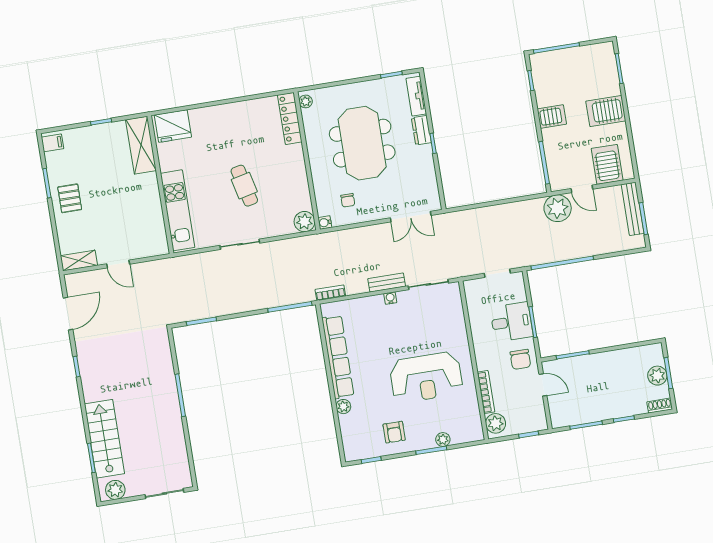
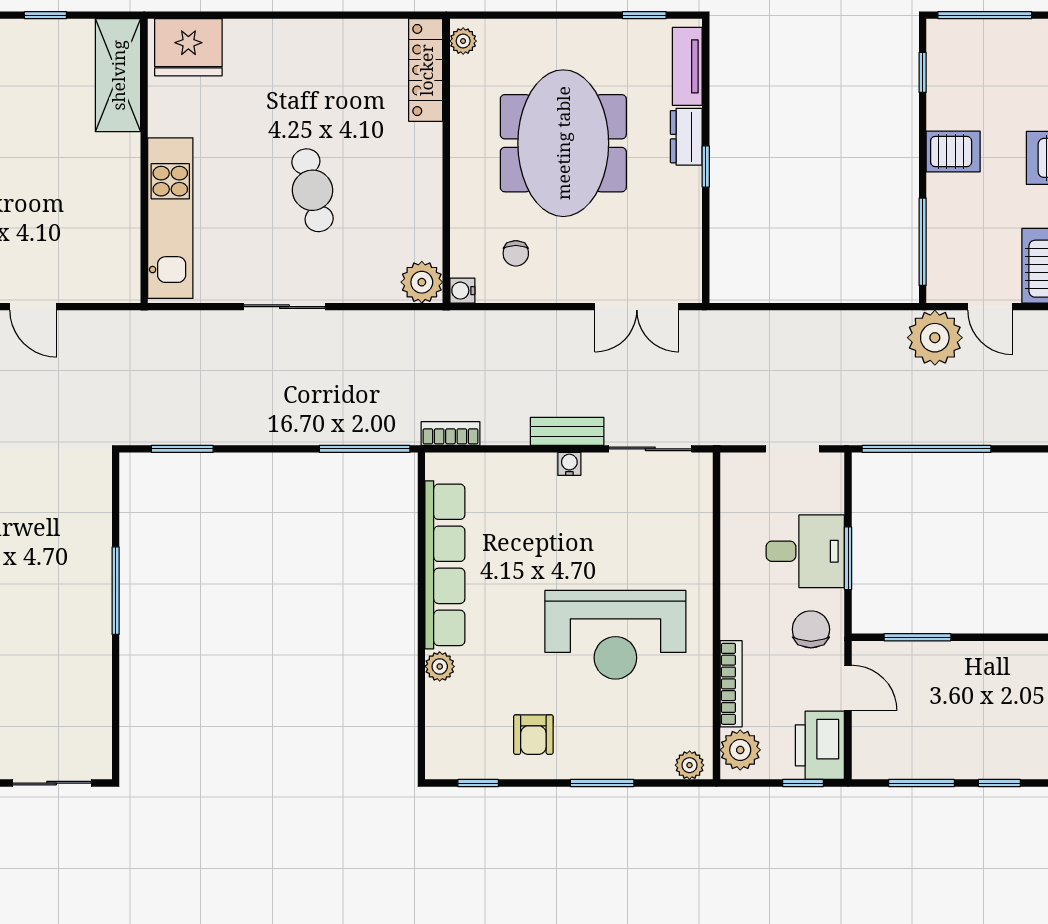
chair: (520, 359) -> (811, 629), turned 180
printer: (534, 415) -> (820, 745), added
plant: (443, 439) -> (690, 765), moved

